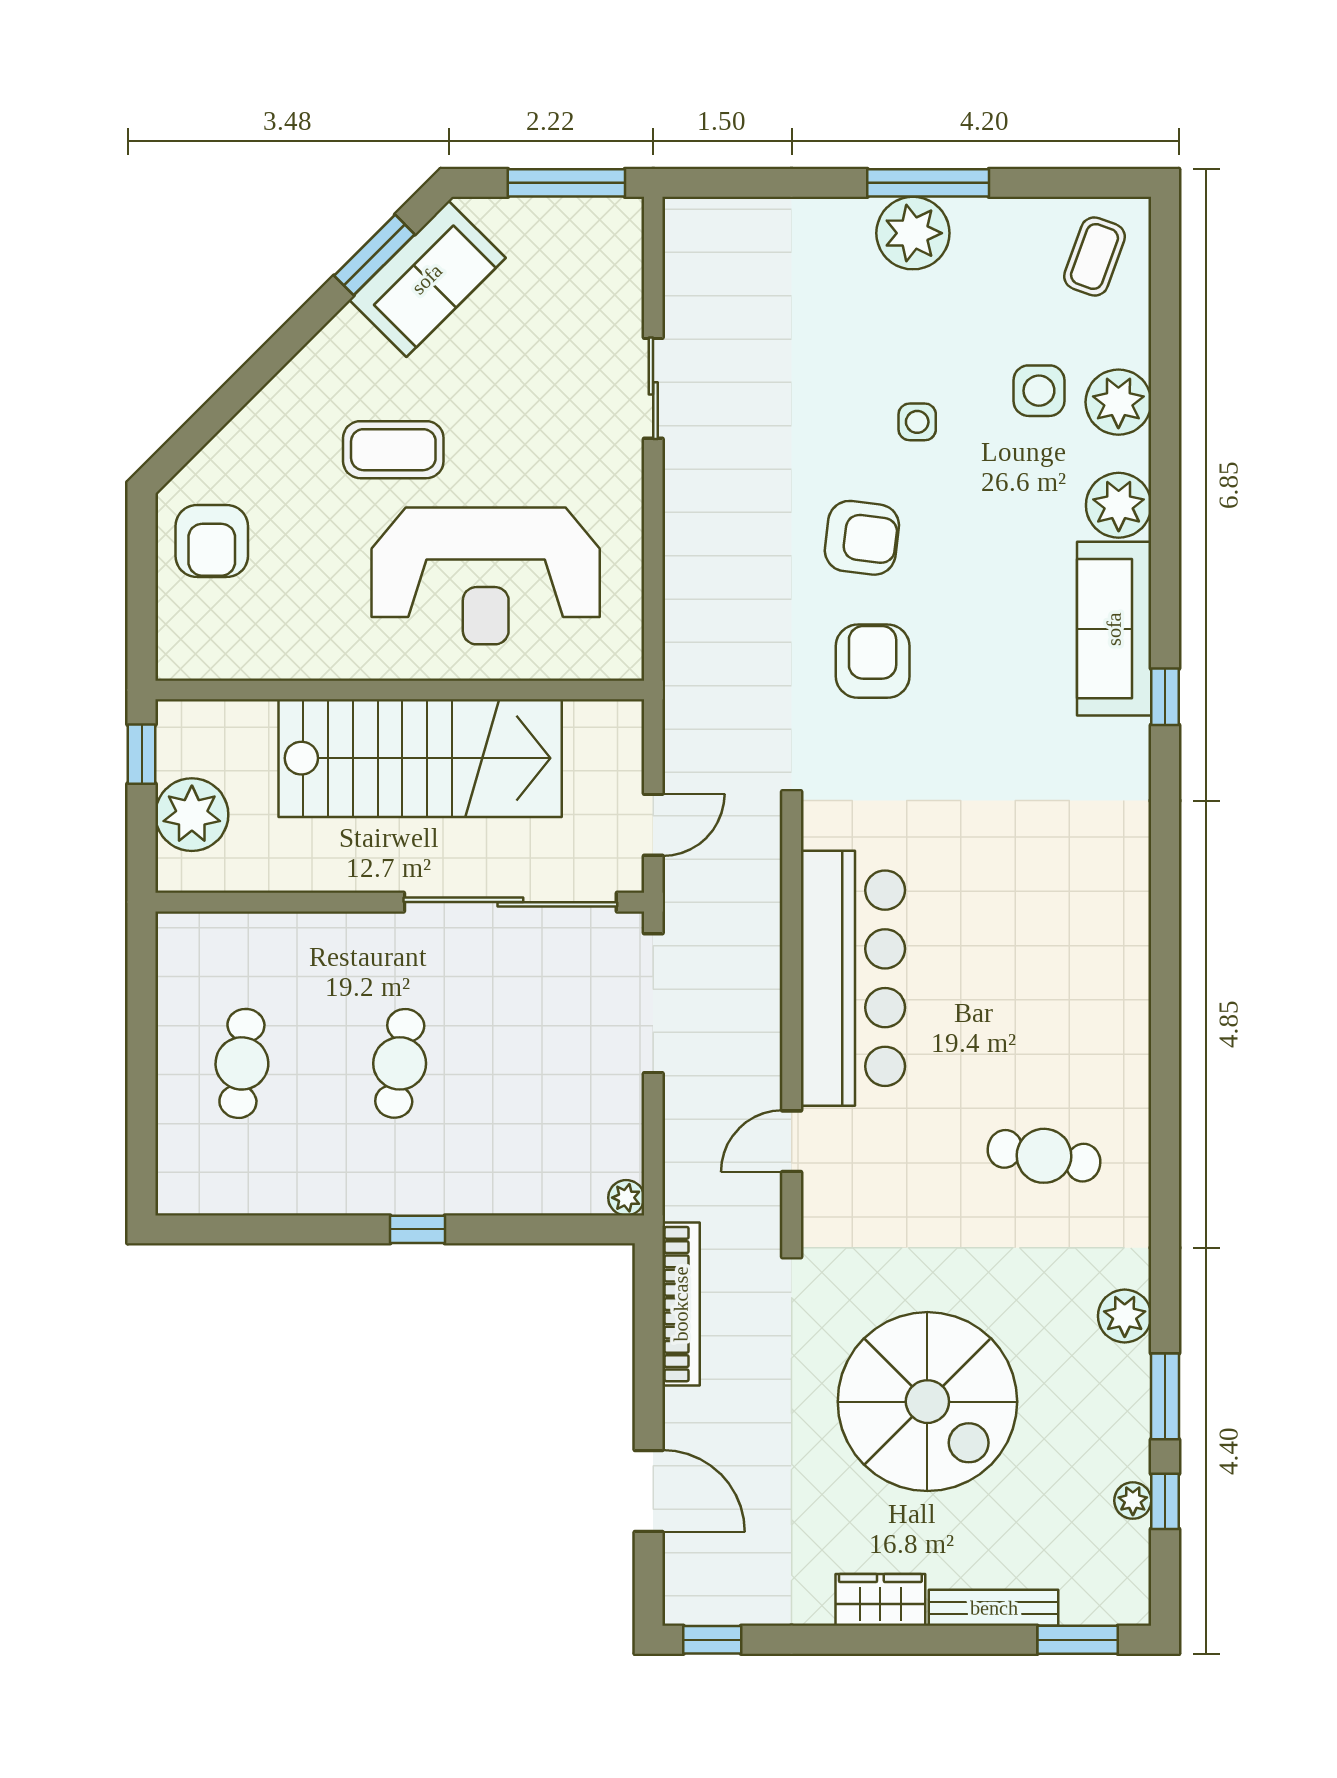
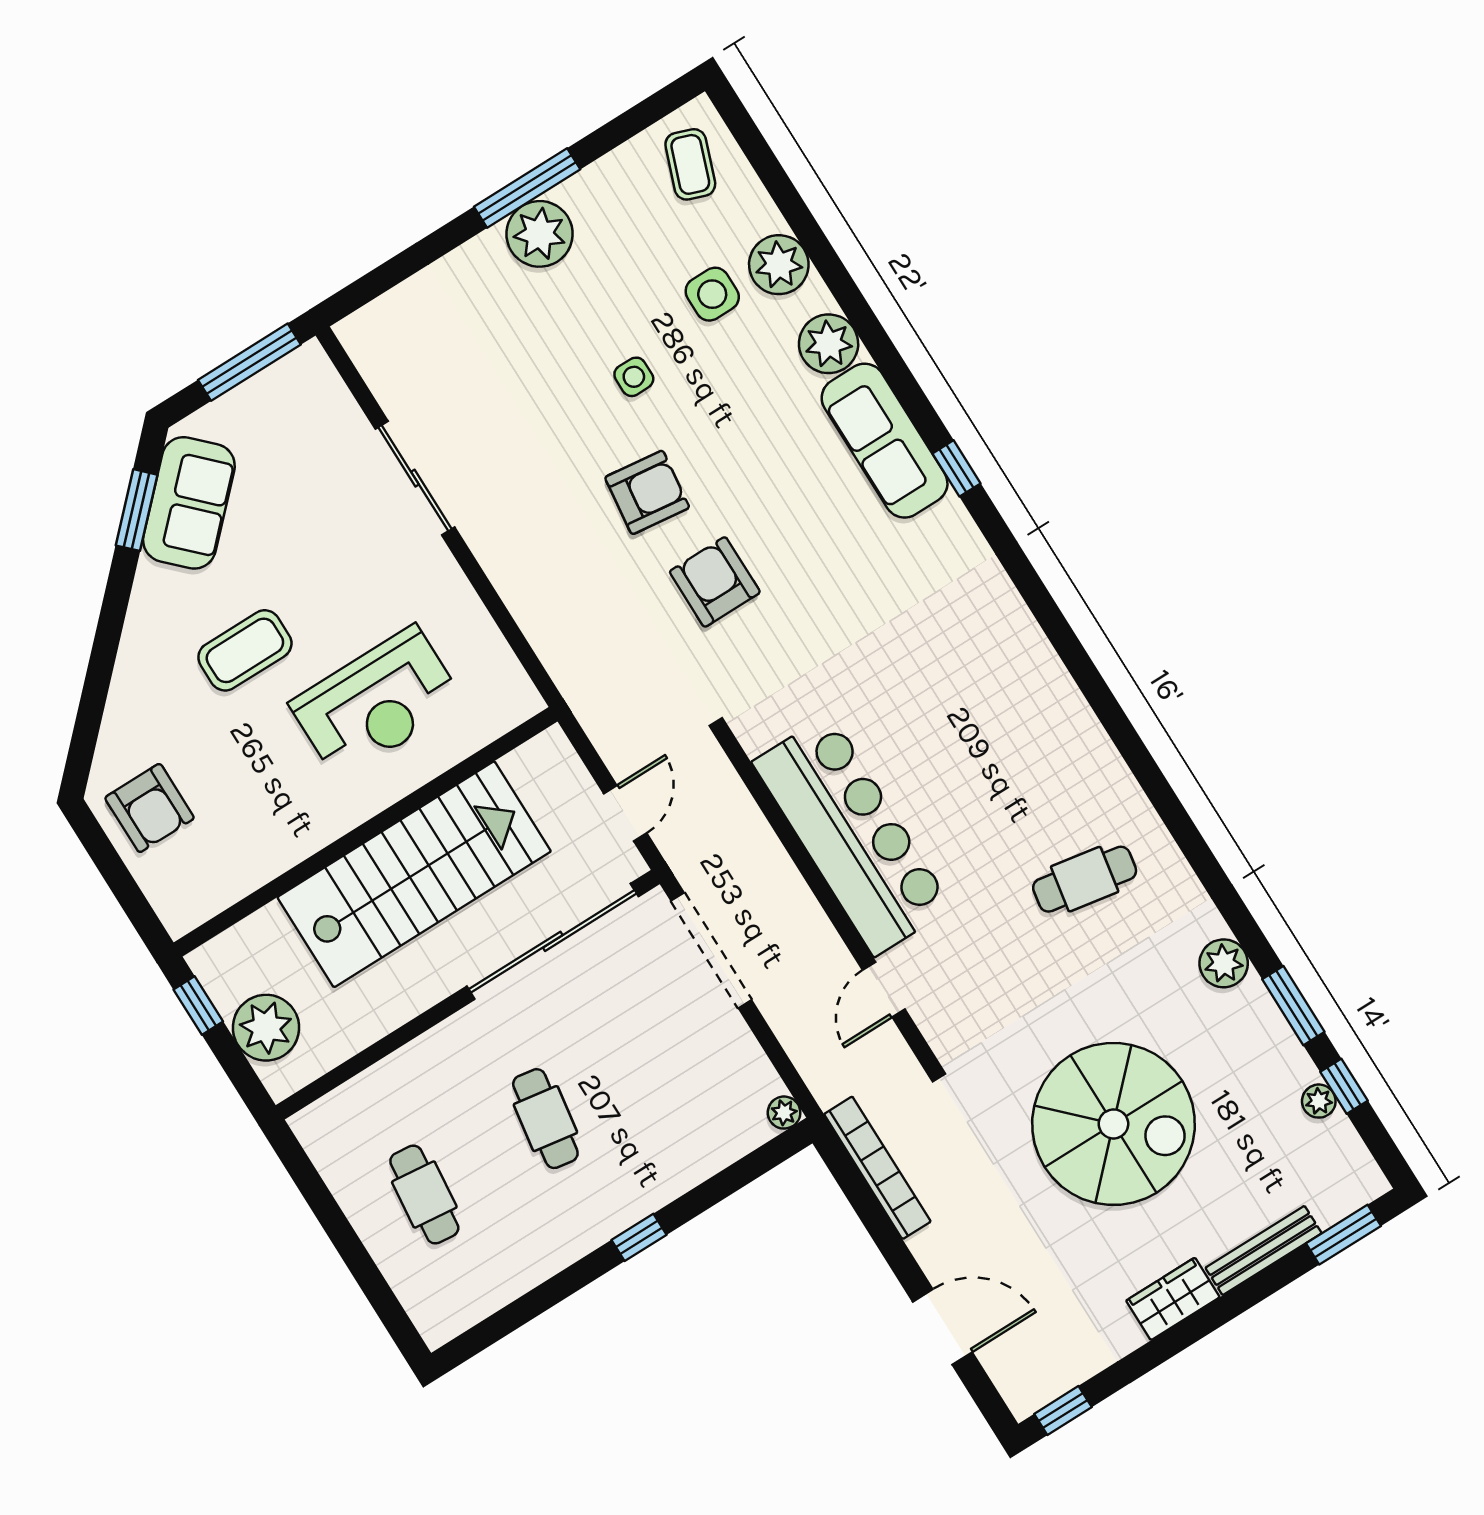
sliding door: (653, 388) -> (415, 478), width x1.37
reception desk: (486, 576) -> (377, 703), width x0.74, depth x0.77

